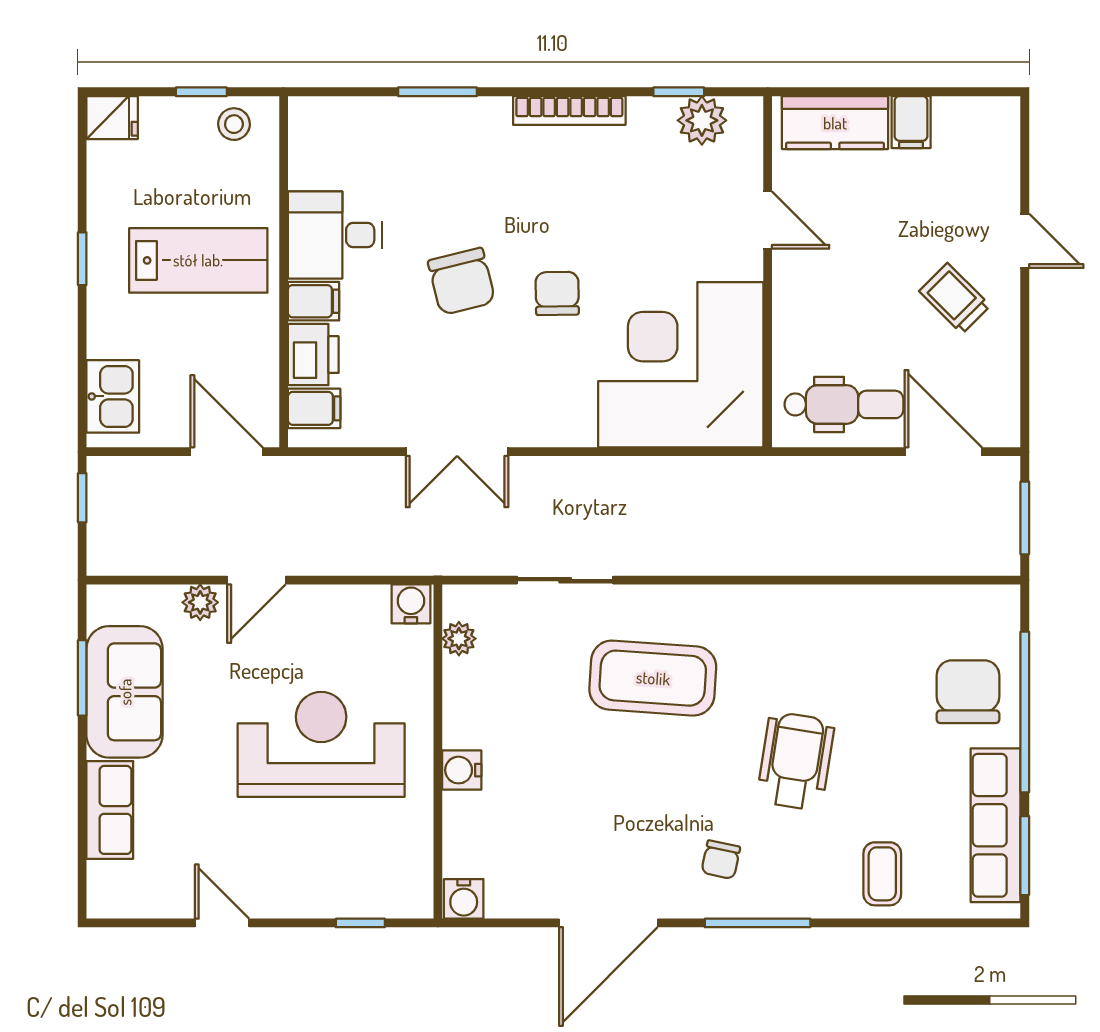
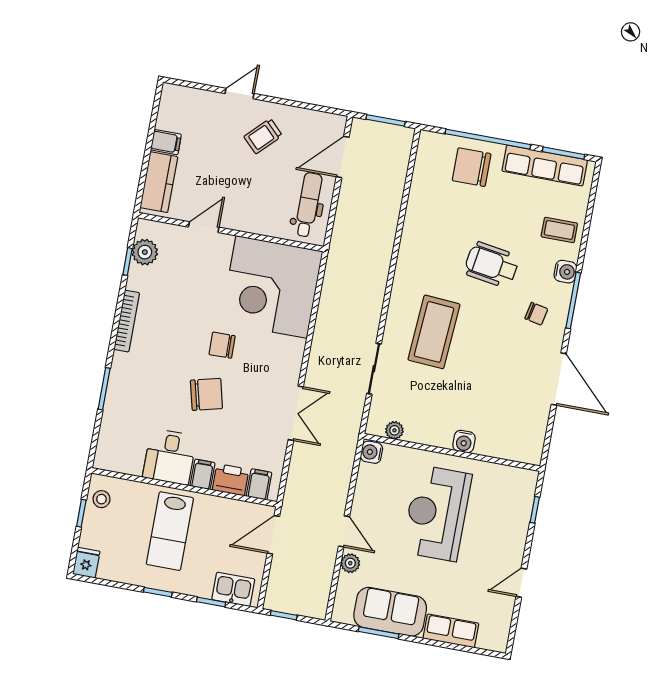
lab bench: (198, 260) -> (170, 531), turned 180
window: (82, 360) -> (211, 602), added
water cooler: (464, 899) -> (565, 272), moved

